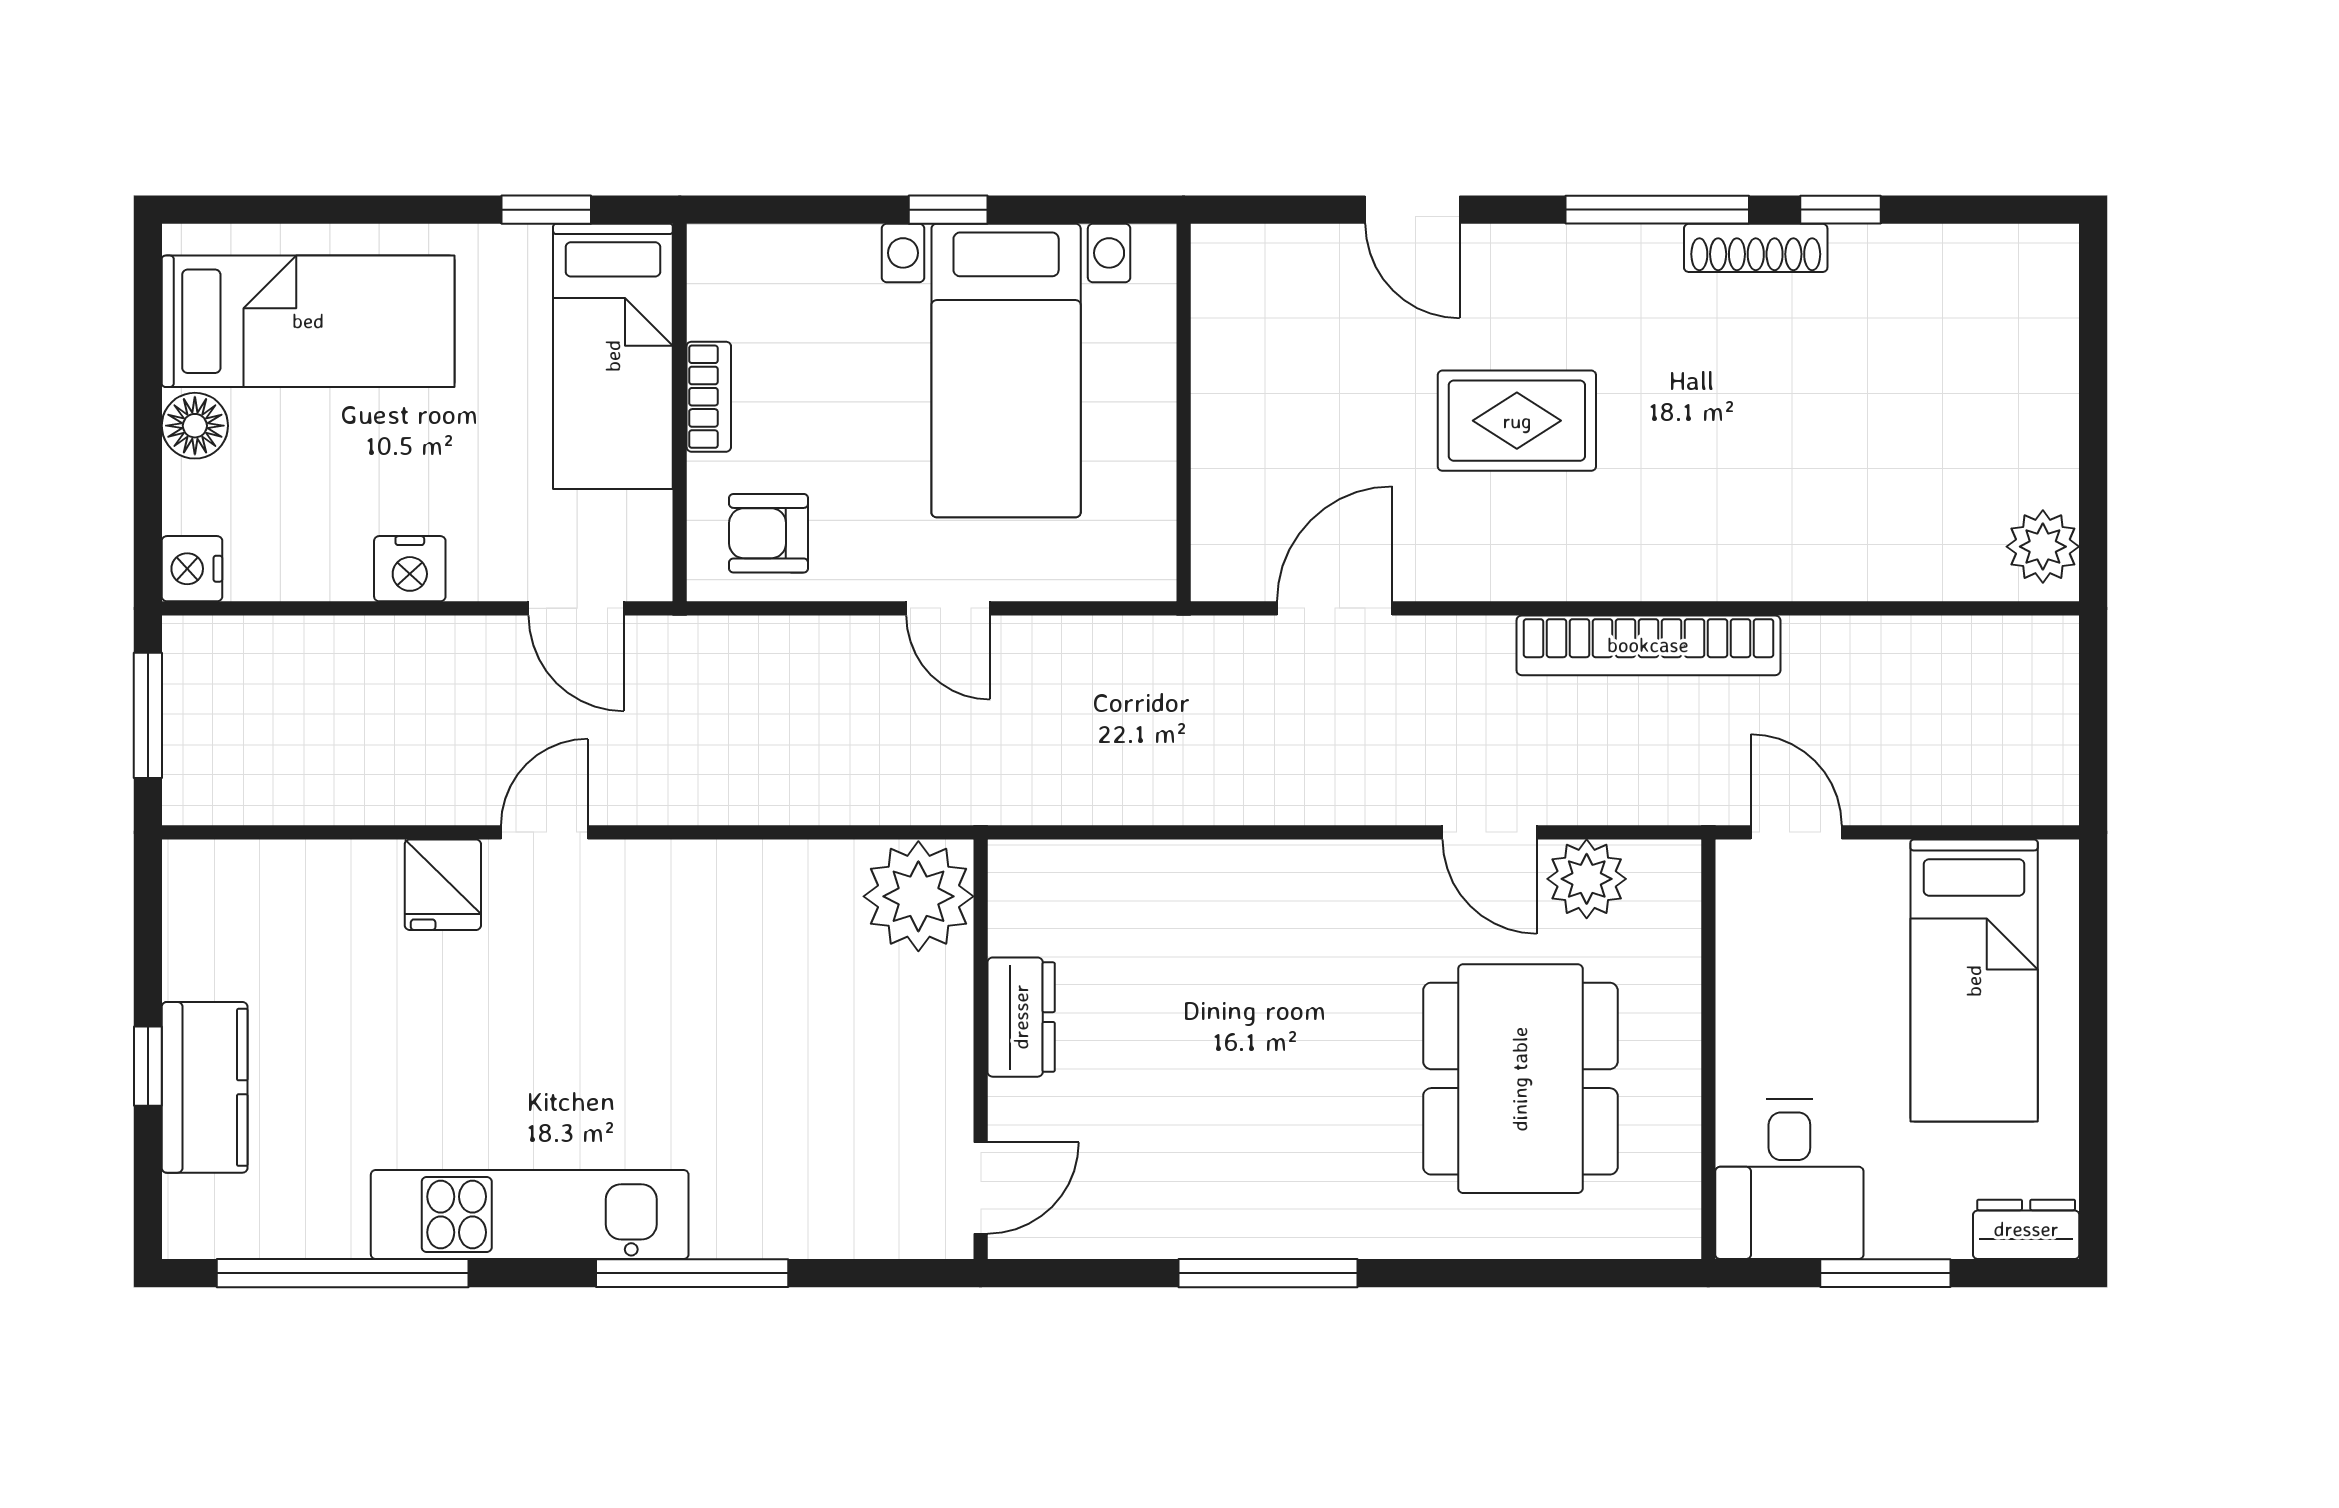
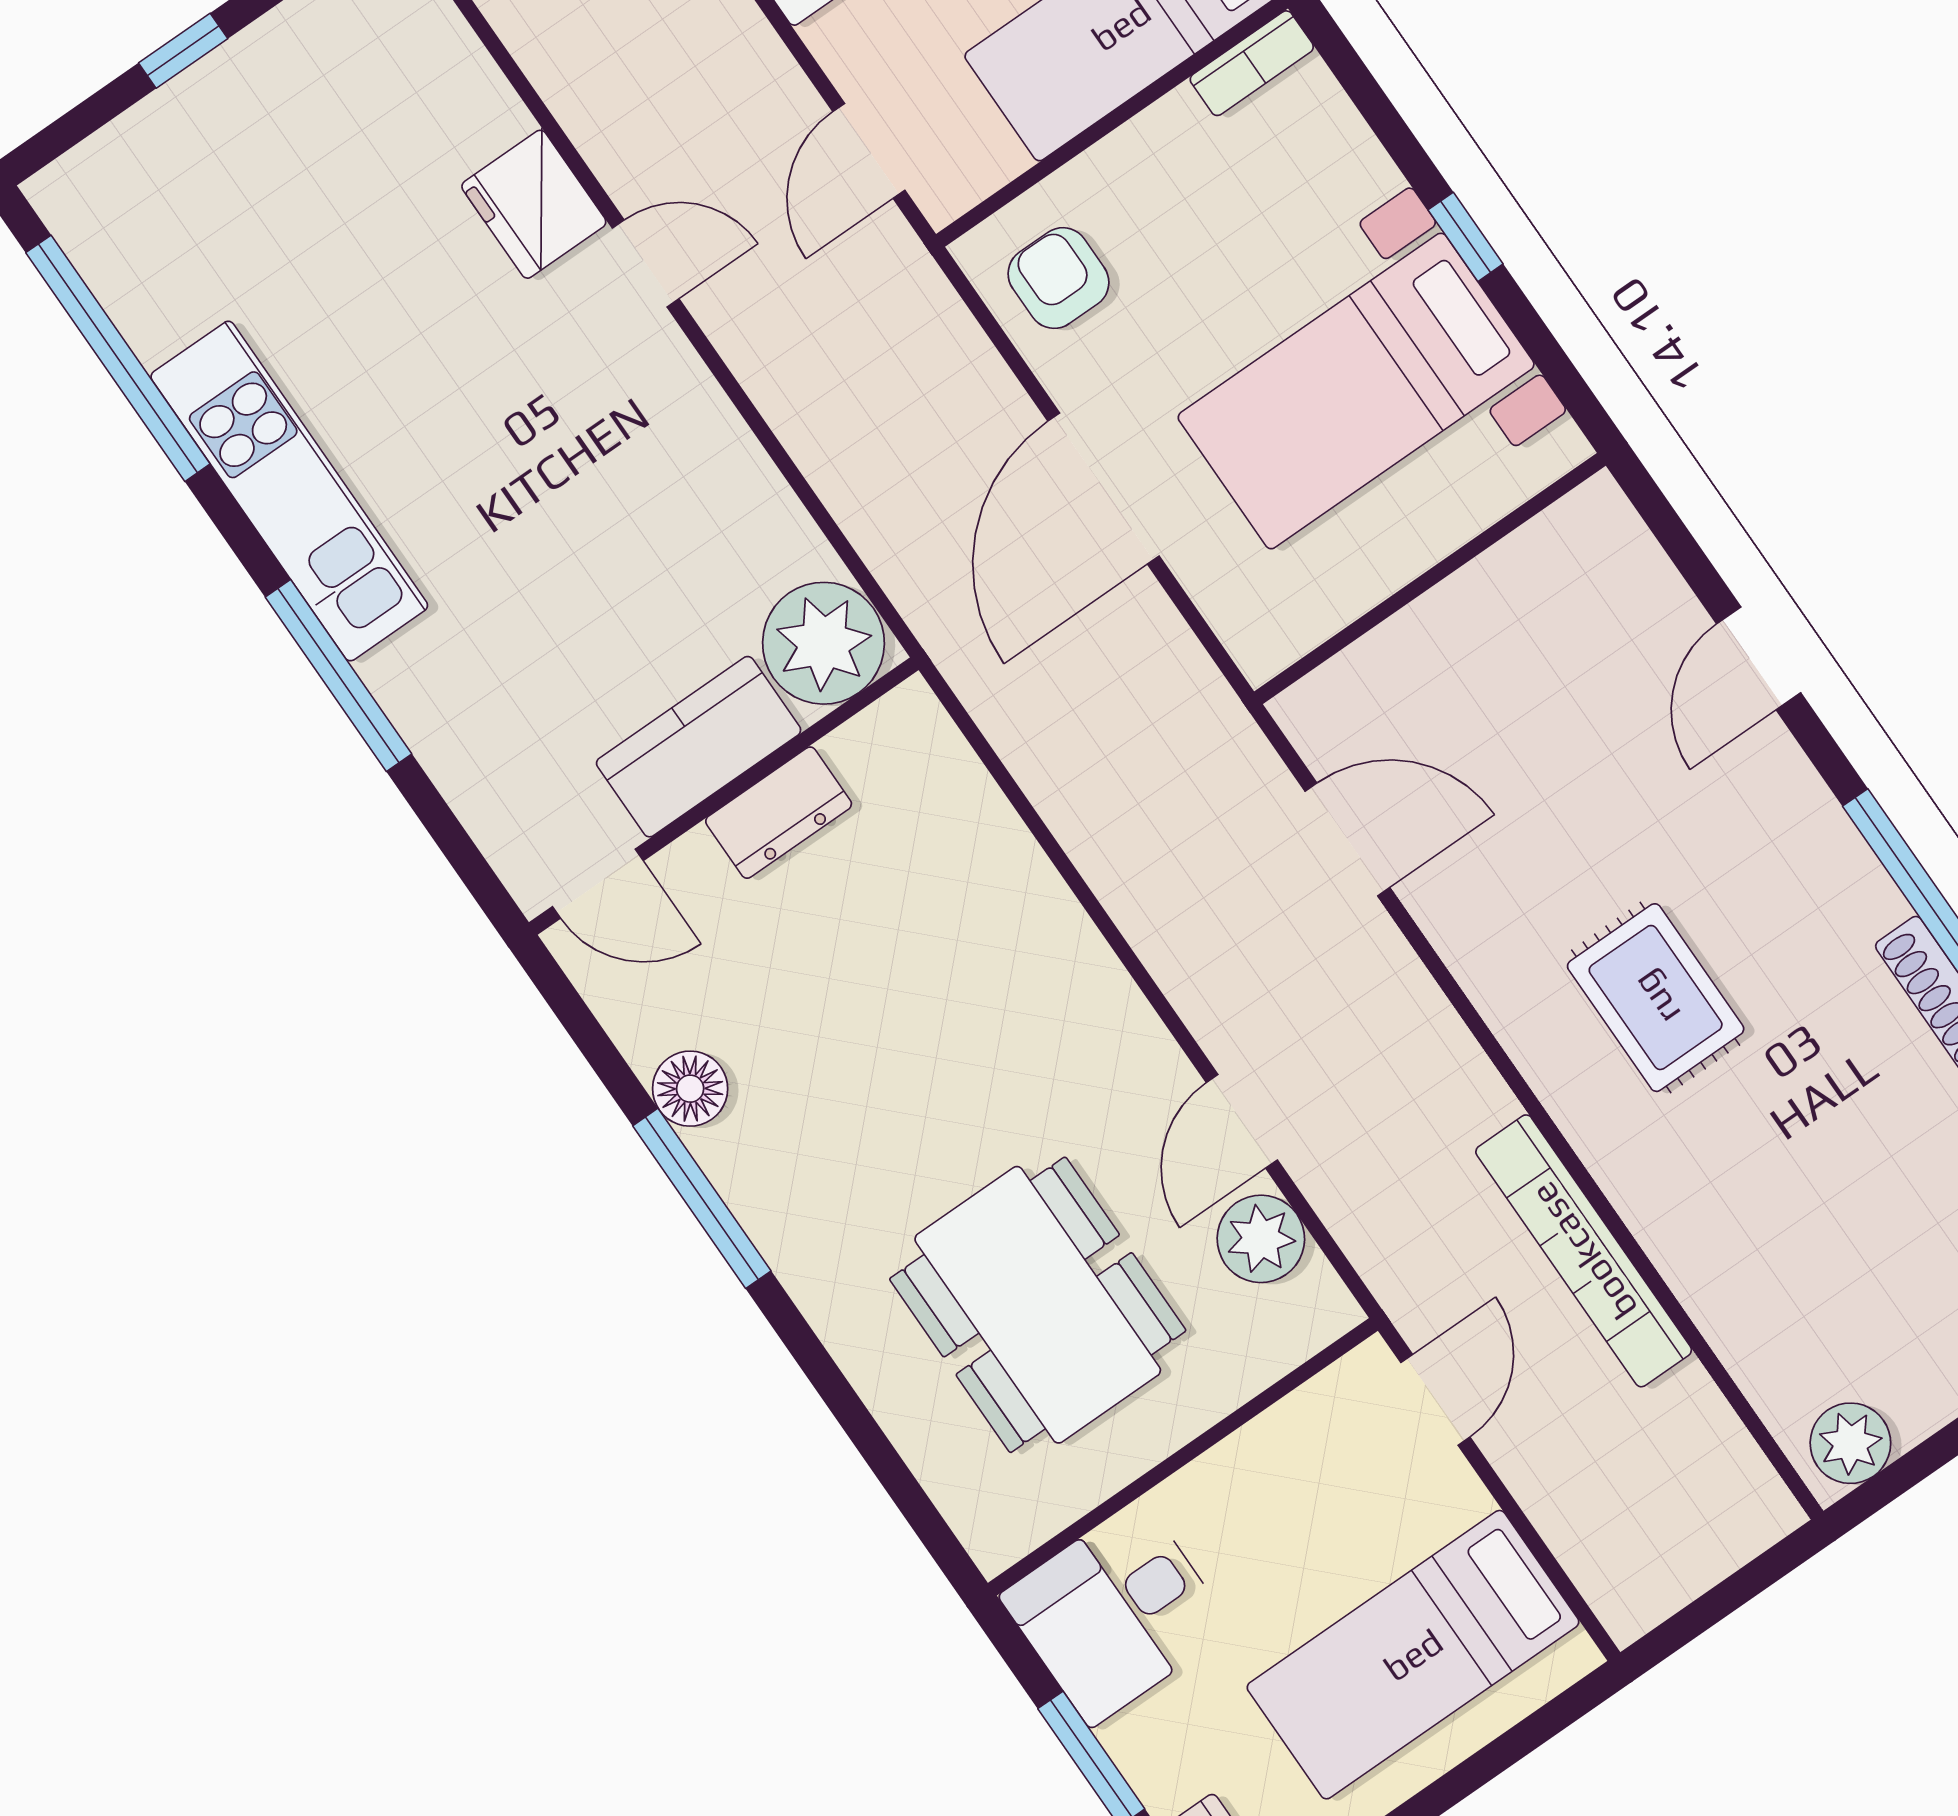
bookcase: (709, 397) -> (1252, 63), moved
rug: (1517, 421) -> (1656, 998), moved
door: (948, 608) -> (1104, 489), width x1.88
bookcase: (1648, 645) -> (1584, 1251), moved
fridge: (443, 885) -> (534, 204), width x1.38
dining table: (1520, 1079) -> (1038, 1305), turned 90
kitchen counter: (205, 1087) -> (699, 747), moved, turned 180
floor lamp: (1180, 1225) -> (690, 1089), added

